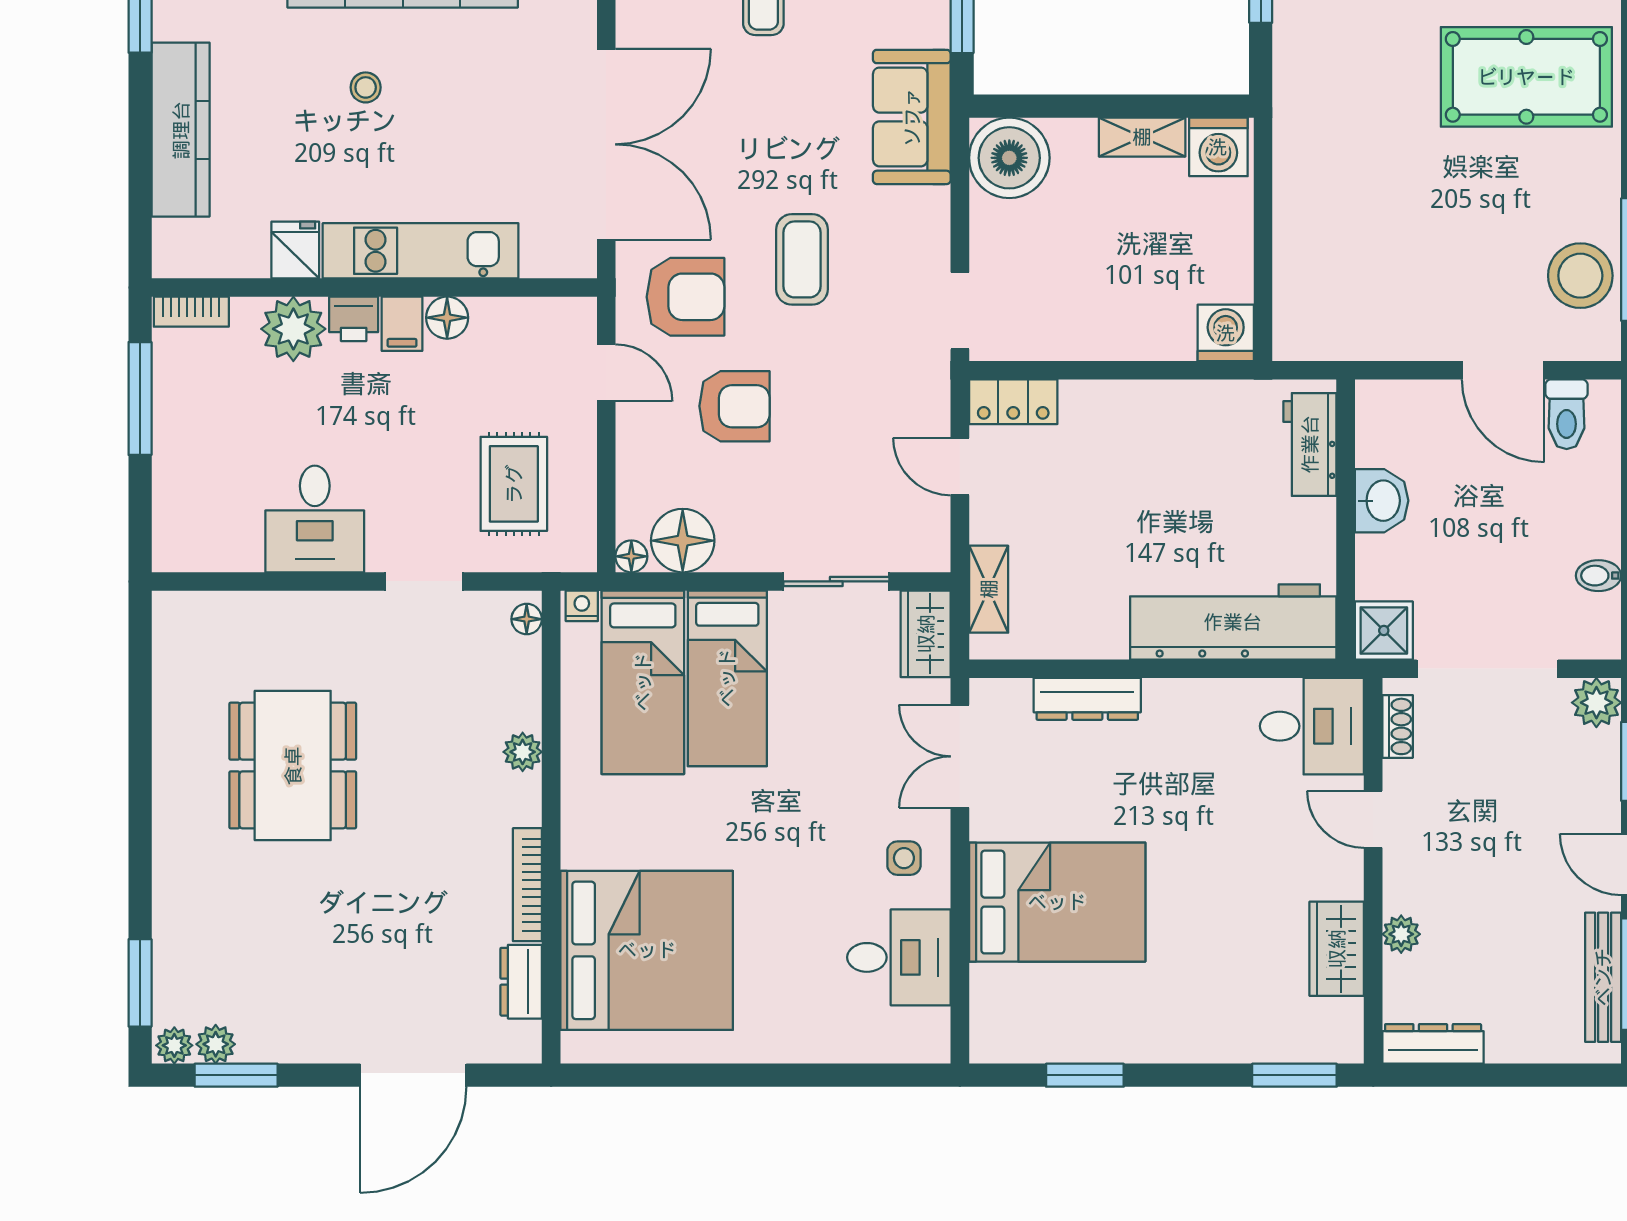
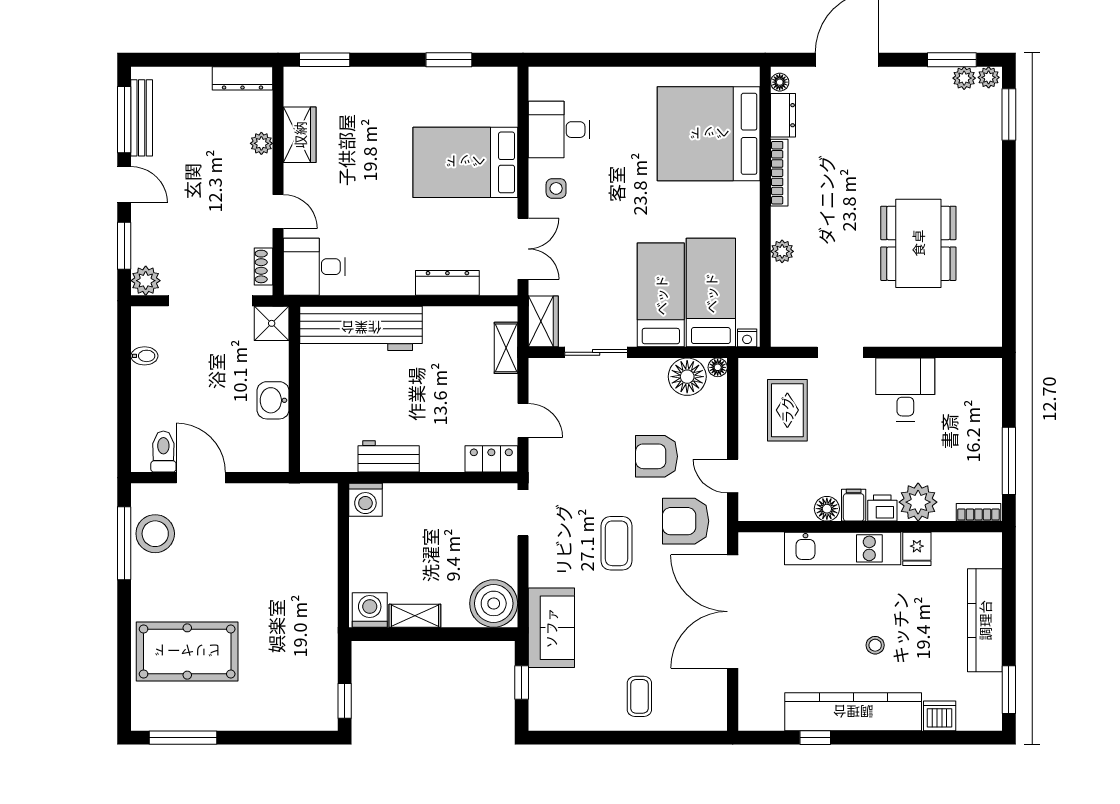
workbench: (1310, 444) -> (389, 456), moved, turned -90
floor lamp: (527, 619) -> (780, 82), moved

